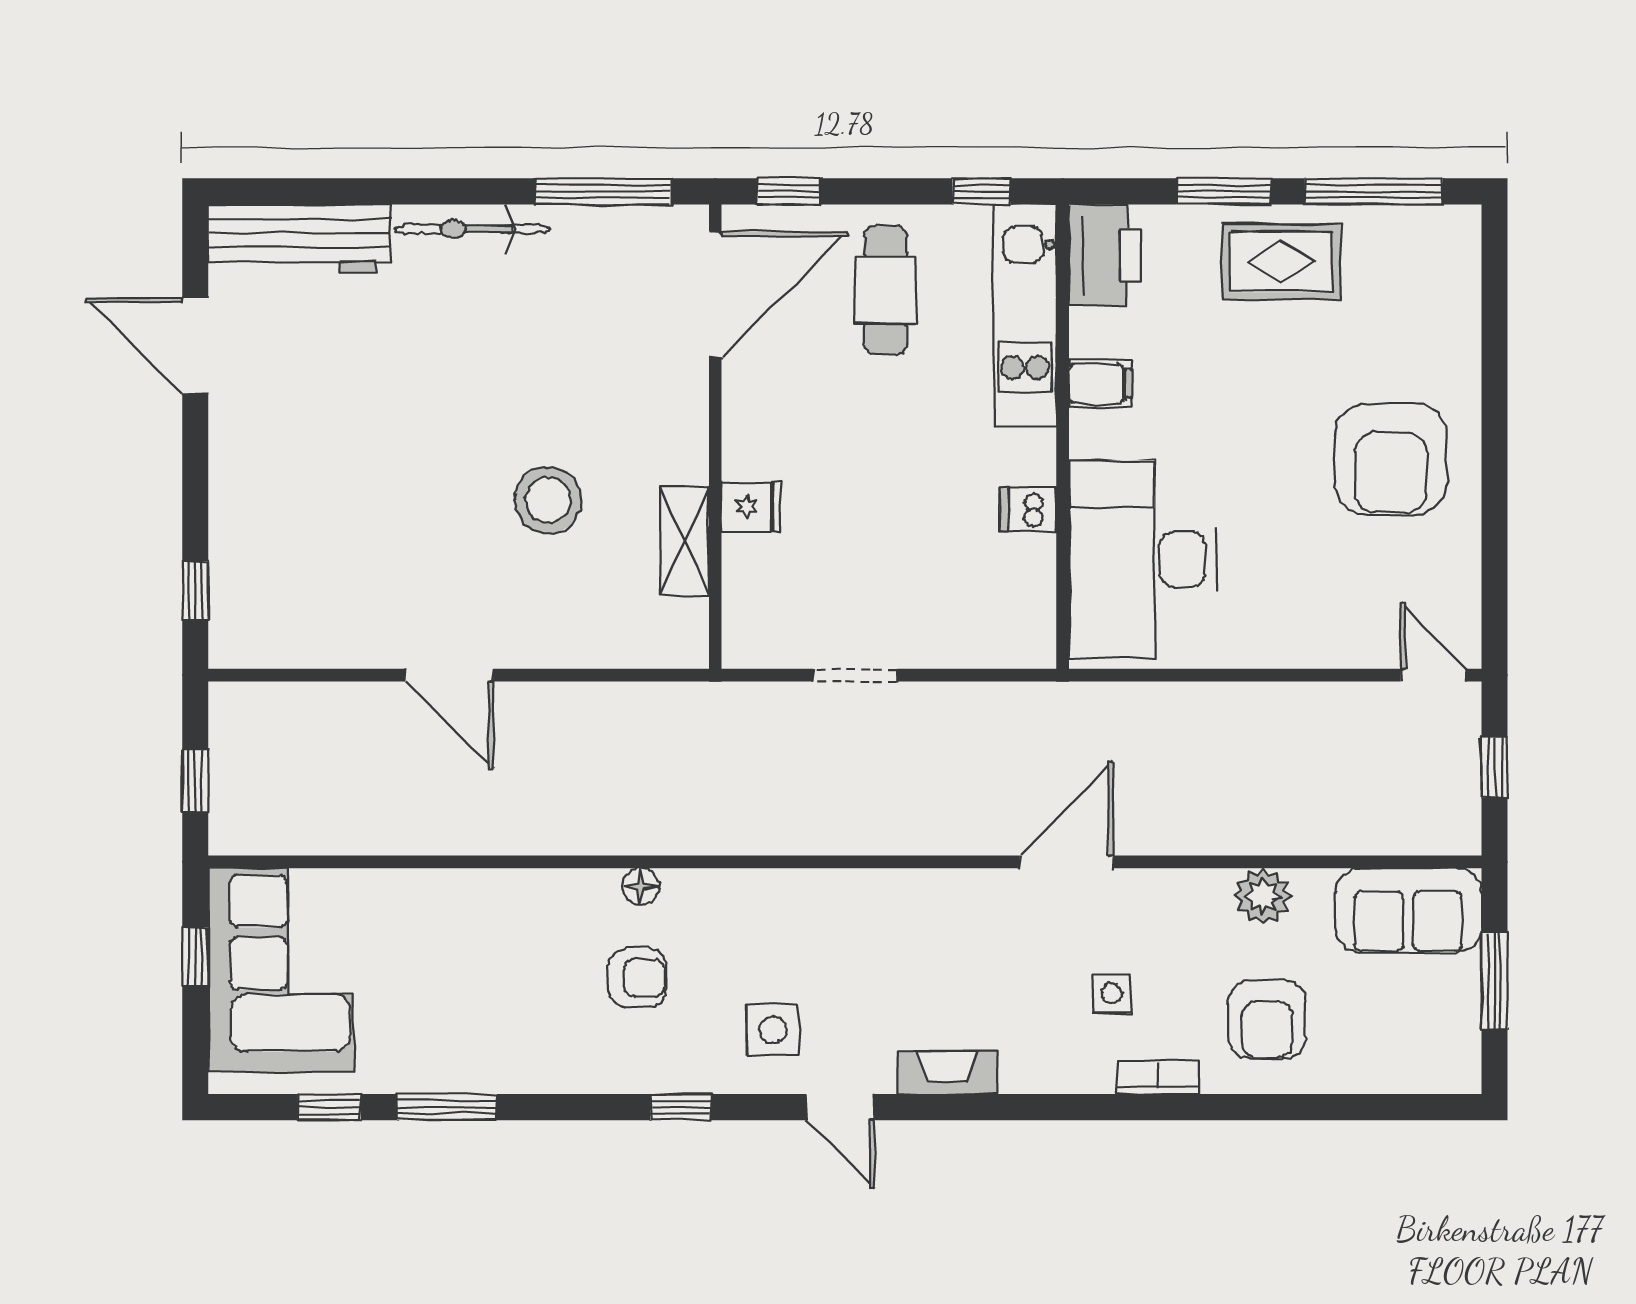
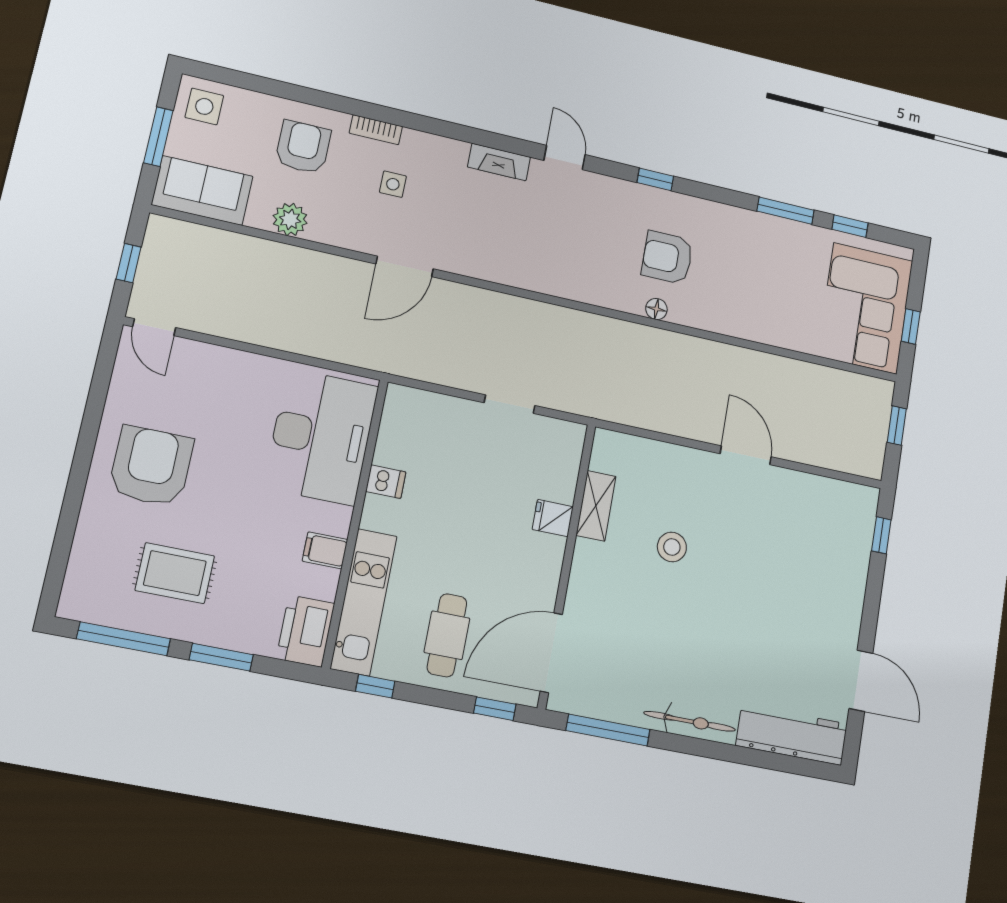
rug: (1281, 262) -> (175, 573), moved
stool: (548, 500) -> (672, 547), width x0.73, depth x0.73
armchair: (637, 978) -> (667, 258), width x1.38, depth x1.38
side table: (773, 1030) -> (204, 106), moved

